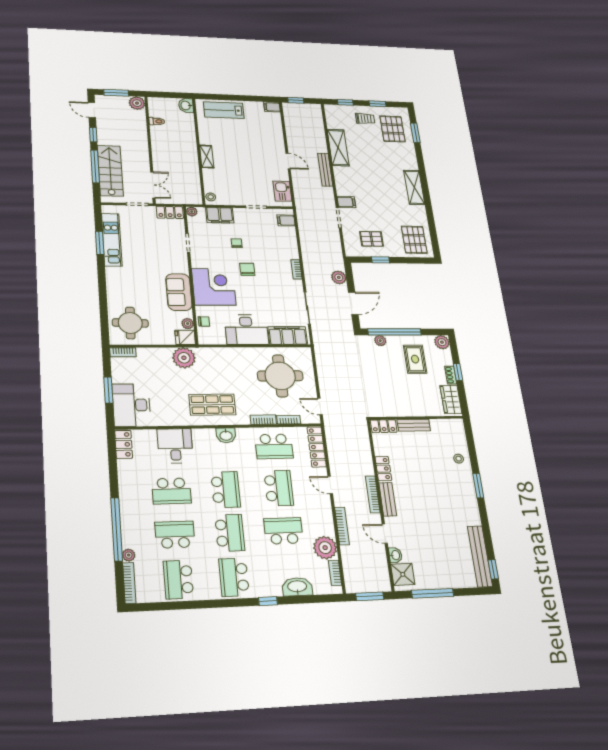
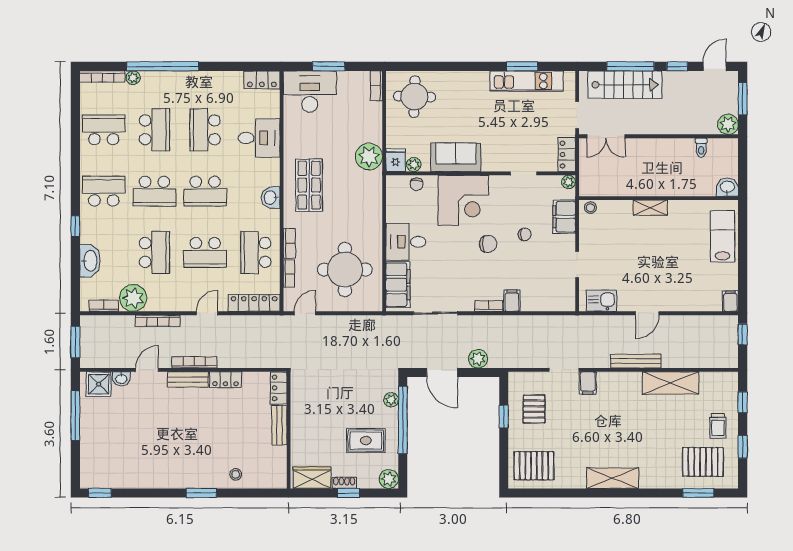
filing cabinet: (286, 220) -> (512, 301), moved
desk: (246, 330) -> (406, 242), width x0.73
bench: (480, 556) -> (116, 480), removed

